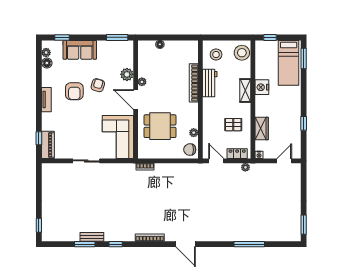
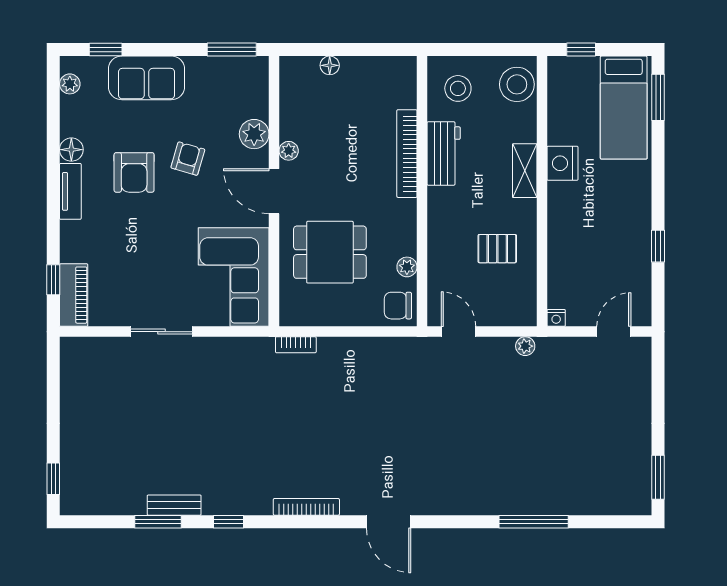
floor lamp: (47, 63) -> (71, 150), moved
wardrobe: (262, 129) -> (562, 258), removed
locker: (237, 154) -> (506, 315), removed

